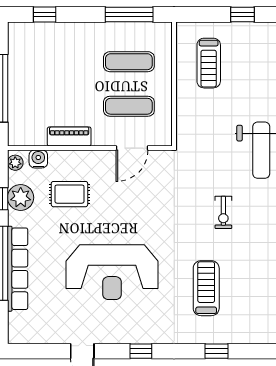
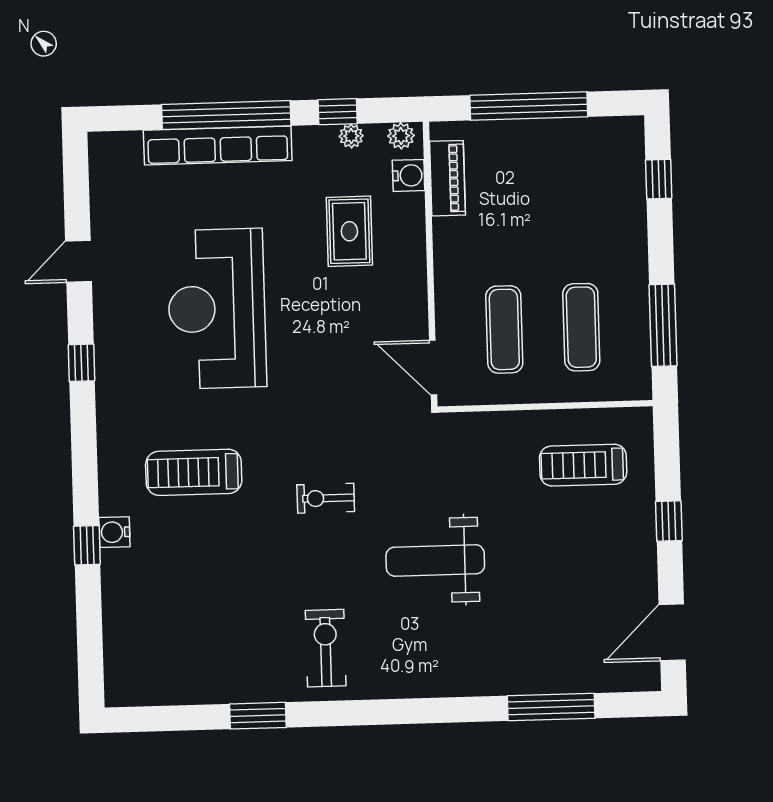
piano: (69, 137) -> (447, 178), moved
door: (132, 148) -> (433, 368), moved
plant: (21, 198) -> (351, 136), width x0.53, depth x0.53
treadmill: (206, 288) -> (194, 472), turned 180
water cooler: (239, 335) -> (114, 532), added
window: (217, 351) -> (87, 545), moved

